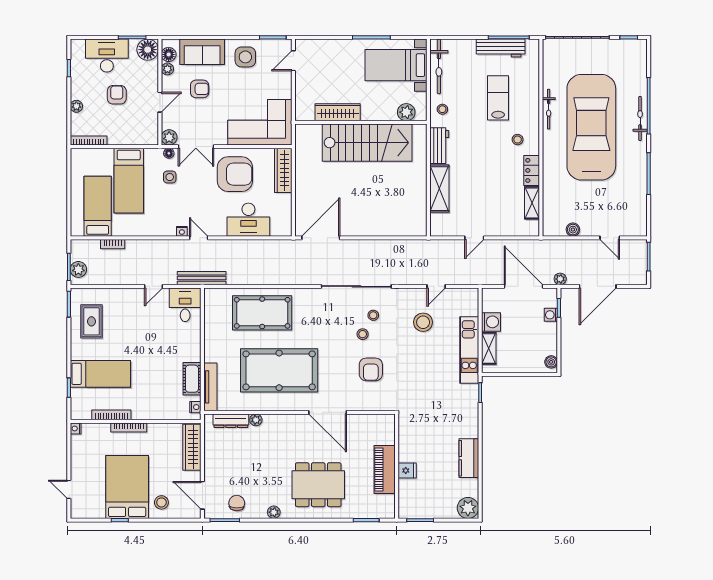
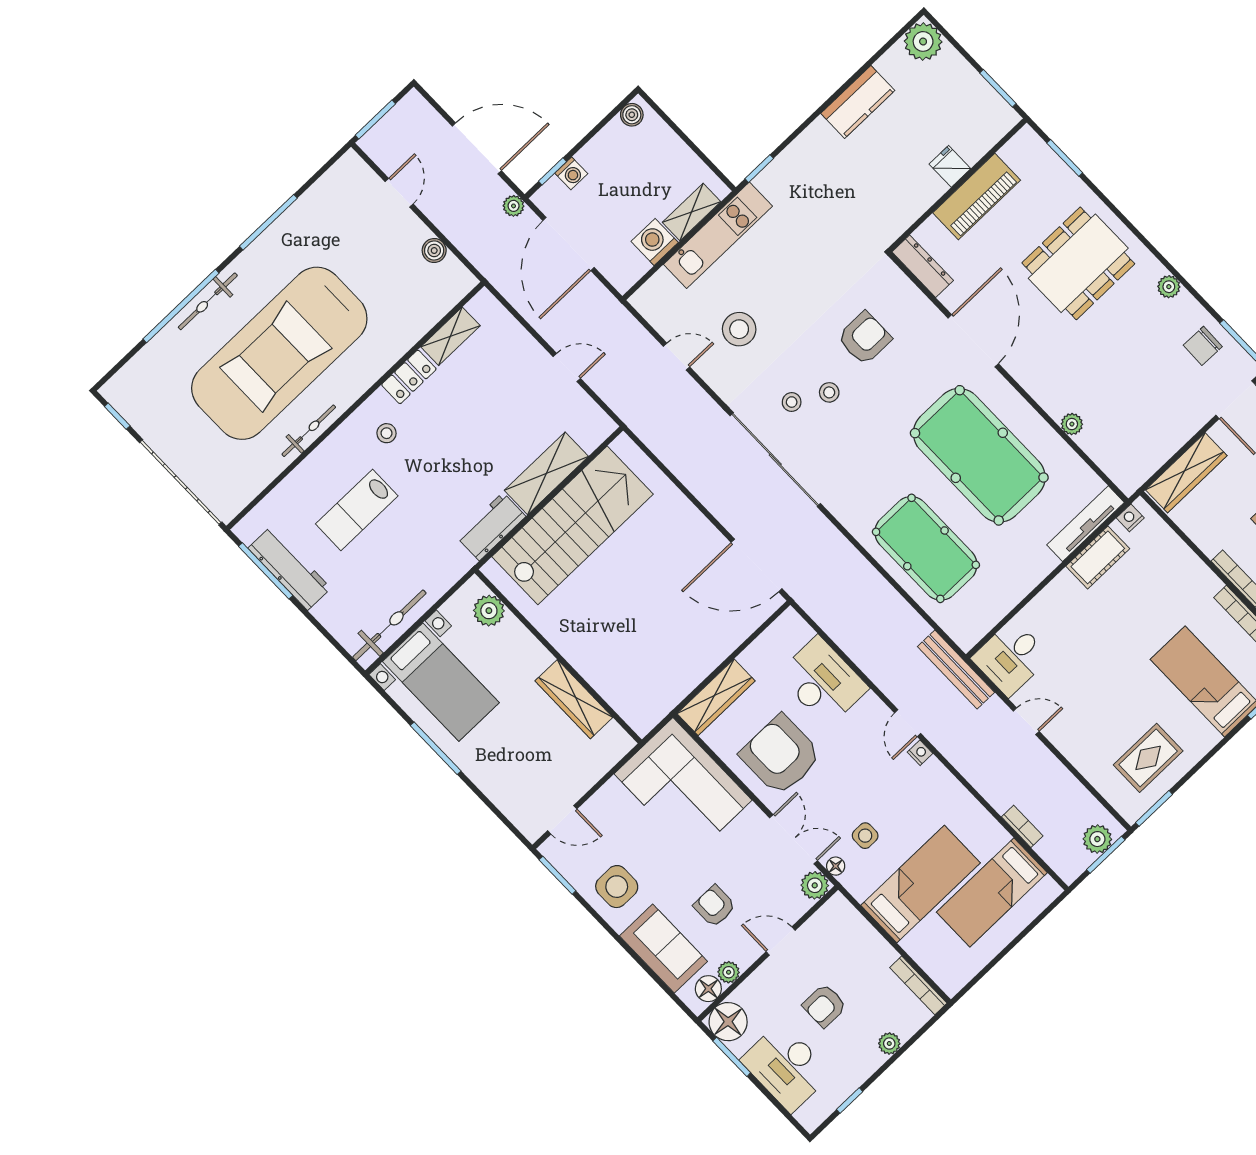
stool: (442, 109) -> (440, 568), removed
stairs: (367, 143) -> (573, 525), moved, turned 90
dresser: (231, 421) -> (923, 266), moved
dining table: (318, 485) -> (1078, 263), turned 90

